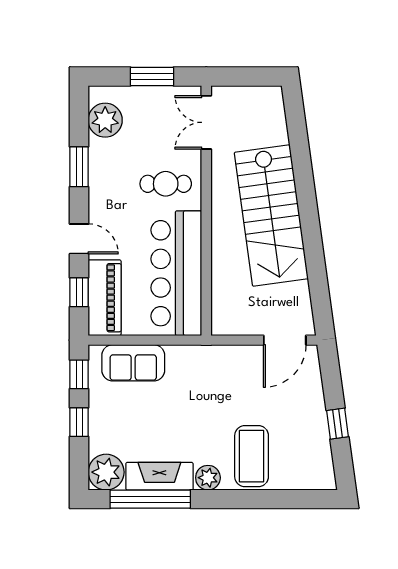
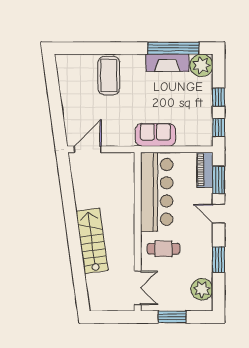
stairs: (271, 216) -> (92, 241), width x0.73, depth x0.66
window: (79, 292) -> (219, 180), width x1.50
piano: (105, 298) -> (205, 170), width x0.73, depth x0.75
sofa: (133, 363) -> (155, 135), moved
window: (337, 424) -> (54, 96), removed
plant: (208, 478) -> (137, 62), removed

